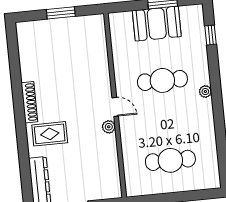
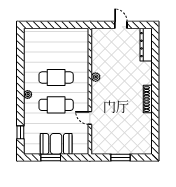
door: (115, 107) -> (90, 118), moved
rug: (50, 134) -> (136, 76), removed
cafe table: (170, 160) -> (56, 77), moved

